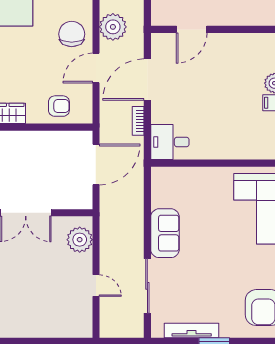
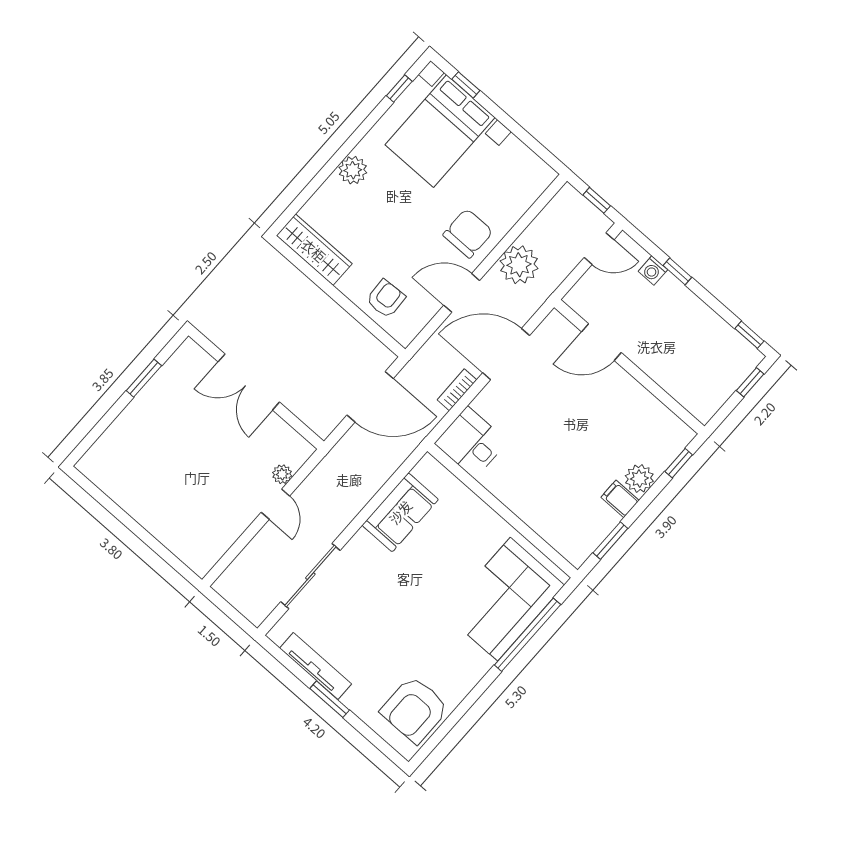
armchair: (59, 106) -> (386, 299), turned -93
sofa: (165, 233) -> (400, 512), moved
plant: (80, 240) -> (282, 474), width x0.53, depth x0.53
door: (96, 286) -> (275, 504), moved

